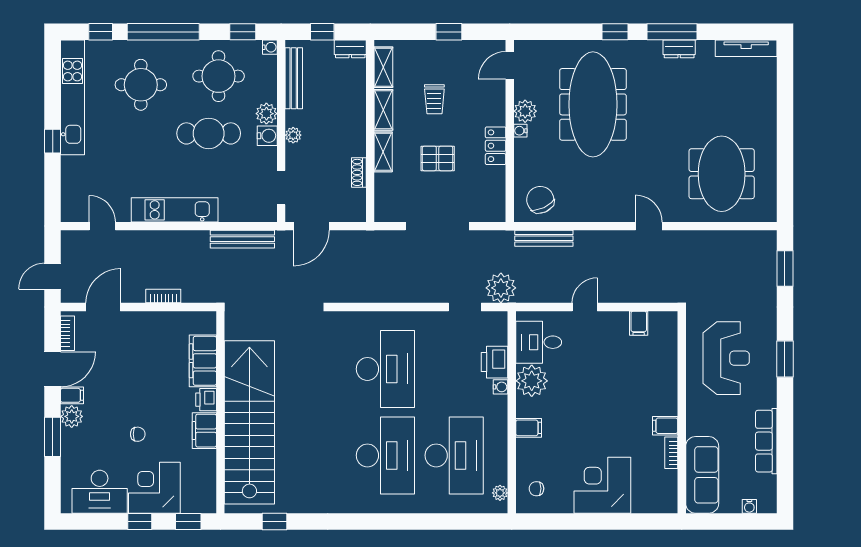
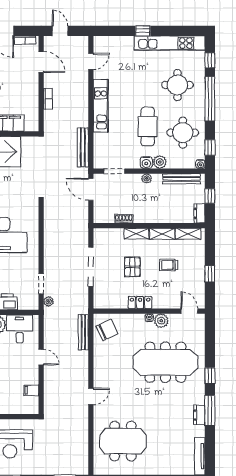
plant: (501, 288) -> (49, 301), width x0.53, depth x0.53

